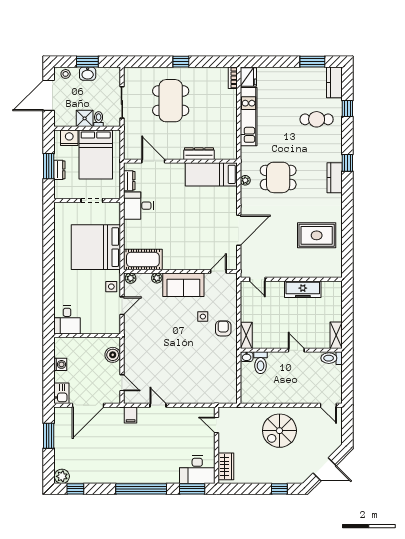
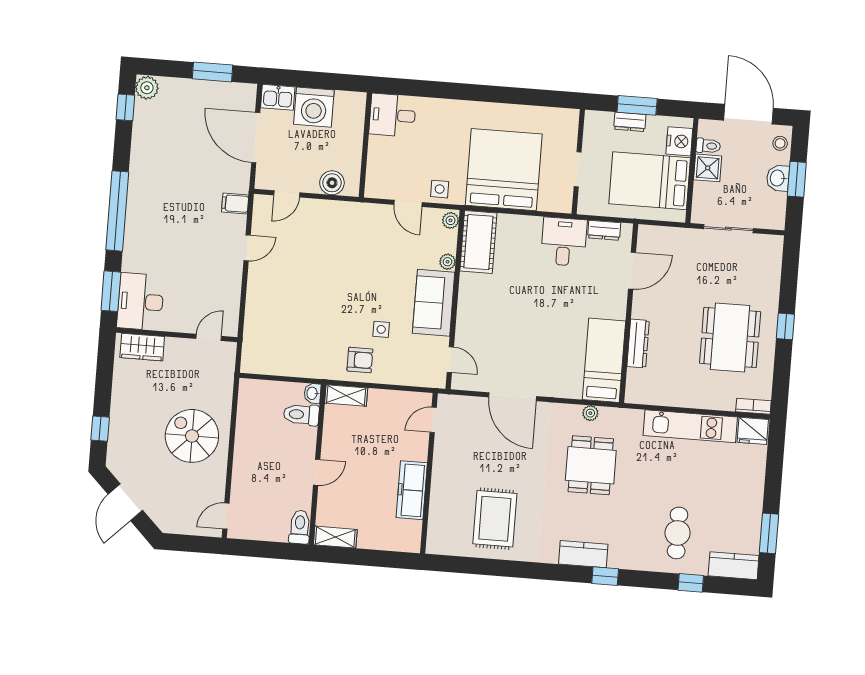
dining table: (171, 101) -> (730, 337), moved, turned 90
toilet: (99, 119) -> (708, 146), moved
washing machine: (60, 364) -> (314, 107), width x1.89, depth x1.89

